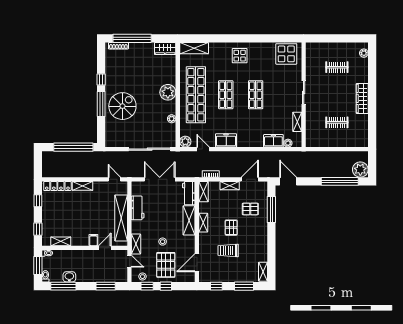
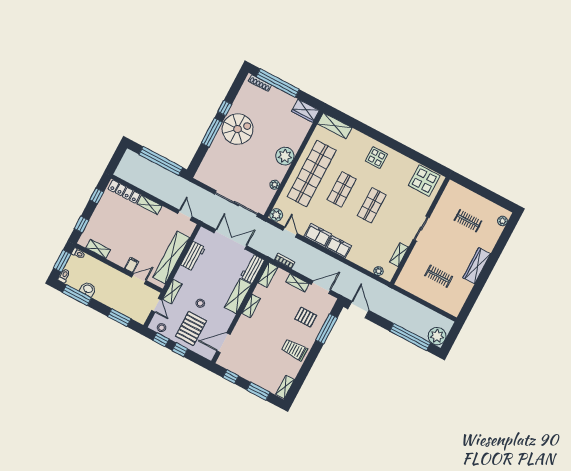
spiral stairs: (122, 106) -> (238, 129), moved
freezer: (273, 141) -> (339, 247), moved
pallet: (231, 228) -> (277, 326), removed
trolley: (228, 251) -> (294, 350), moved

